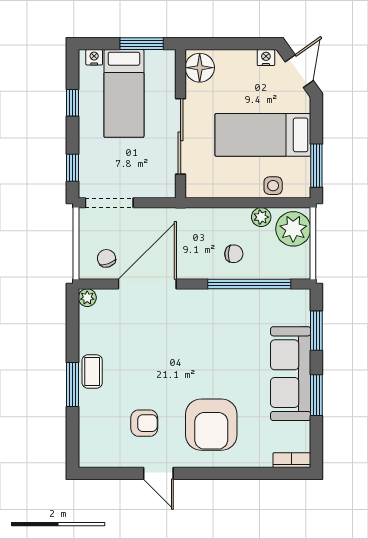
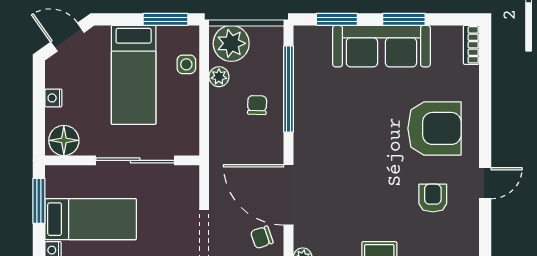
nightstand: (266, 58) -> (53, 98), moved

